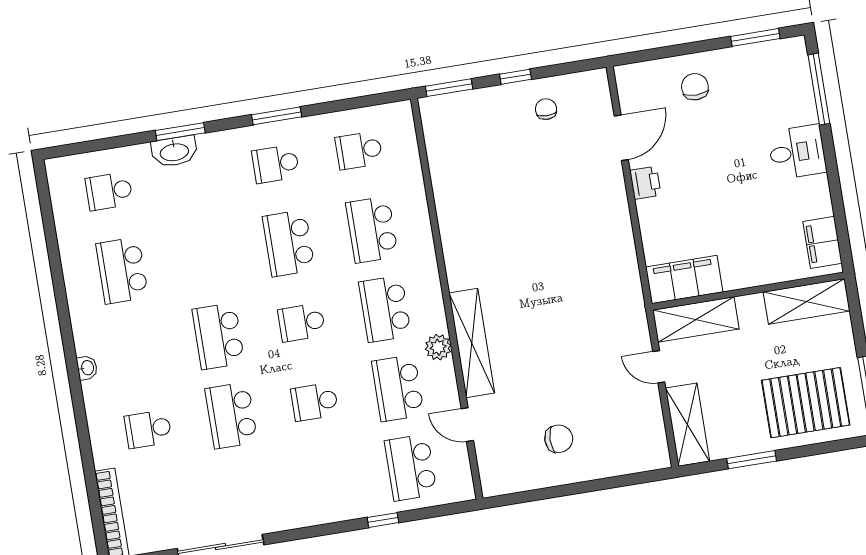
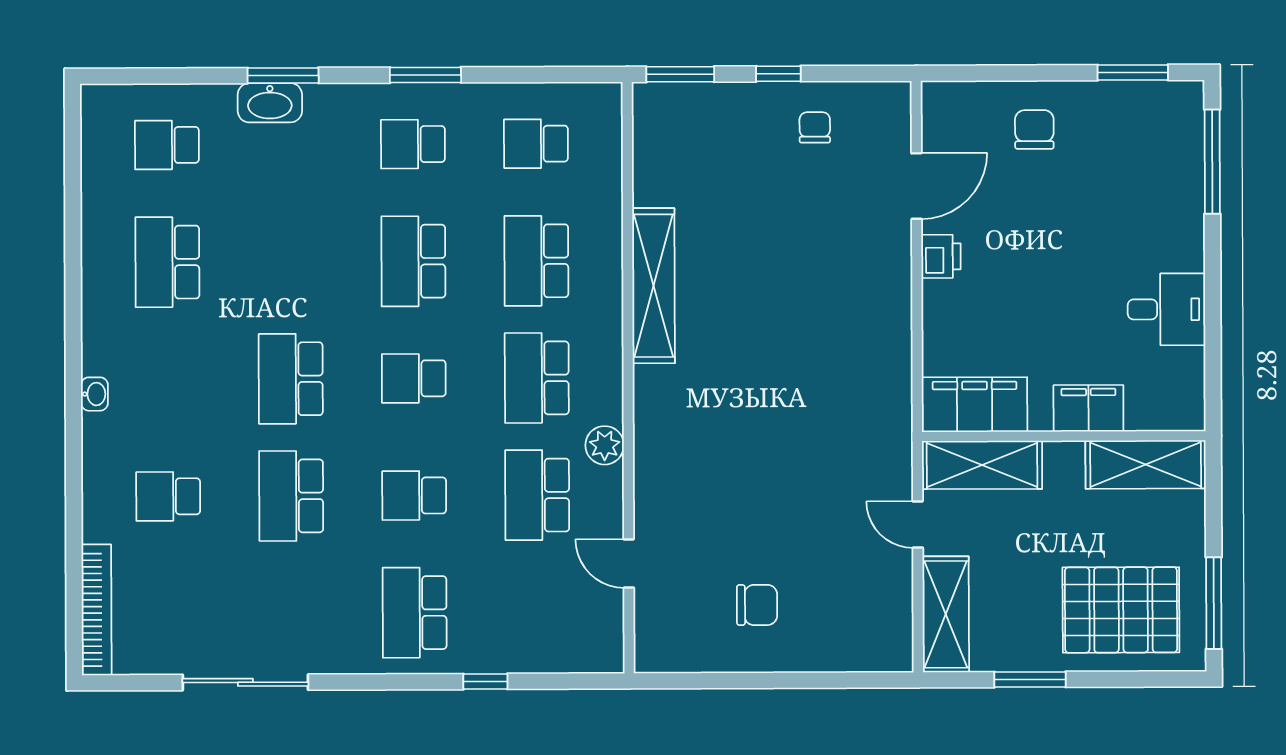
desk: (797, 152) -> (1166, 309), moved
filing cabinet: (823, 242) -> (1088, 408), moved, turned 90
shelving: (472, 343) -> (653, 286), moved
school desk: (411, 467) -> (415, 613), moved

